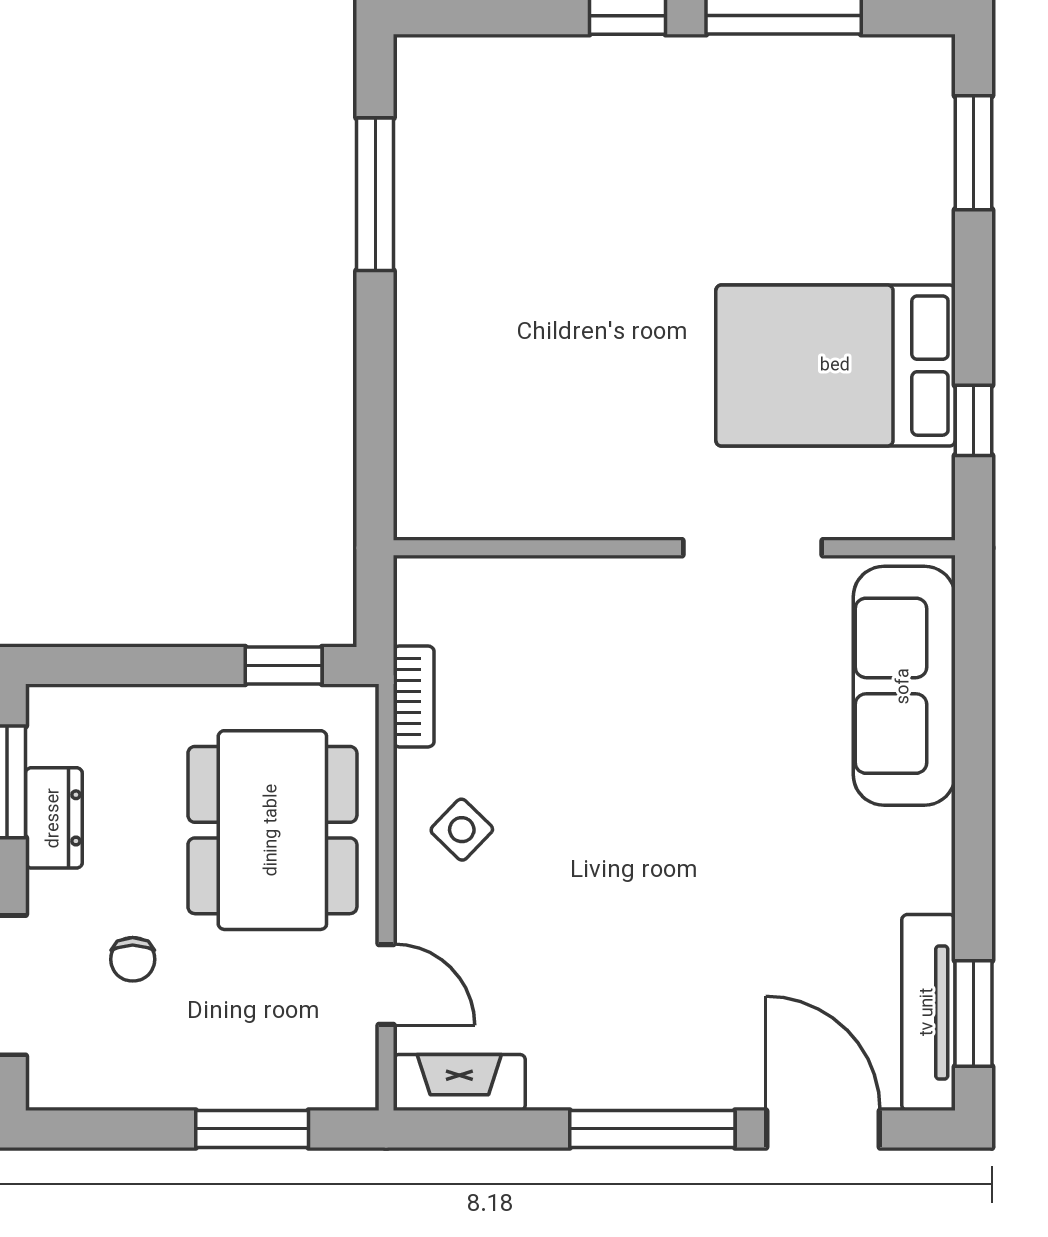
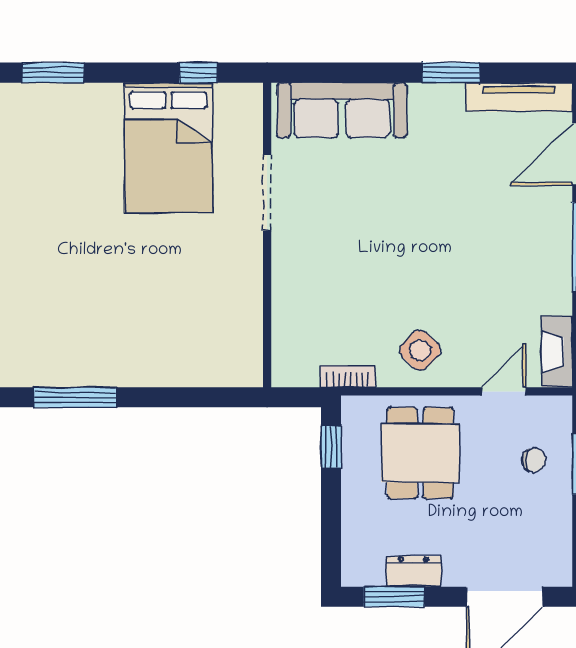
dining table: (272, 830) -> (420, 453), width x0.73
side table: (462, 830) -> (420, 350), width x1.37, depth x1.37
chair: (133, 959) -> (534, 460), moved
window: (973, 1013) -> (451, 73), moved

